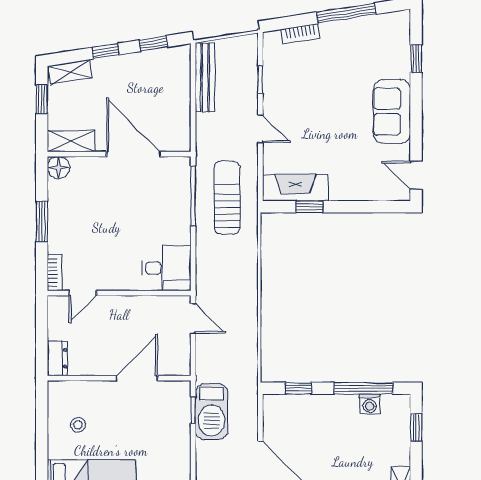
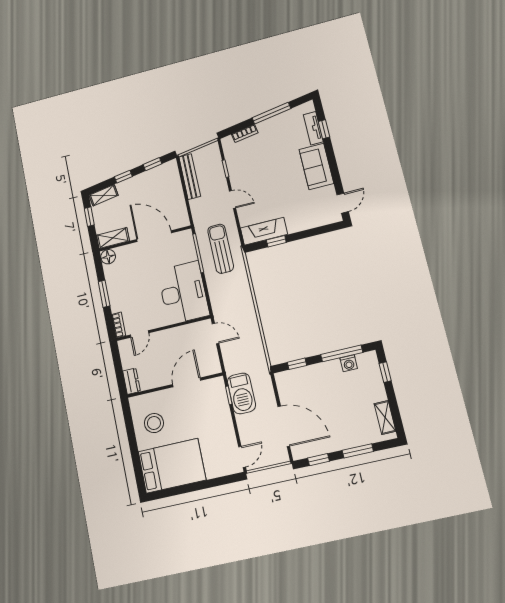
tv unit: (401, 53) -> (313, 128), added
door: (416, 175) -> (343, 203), swing flipped
desk: (166, 268) -> (183, 293), width x1.87, depth x1.30
stool: (78, 425) -> (154, 423), width x1.89, depth x1.89

